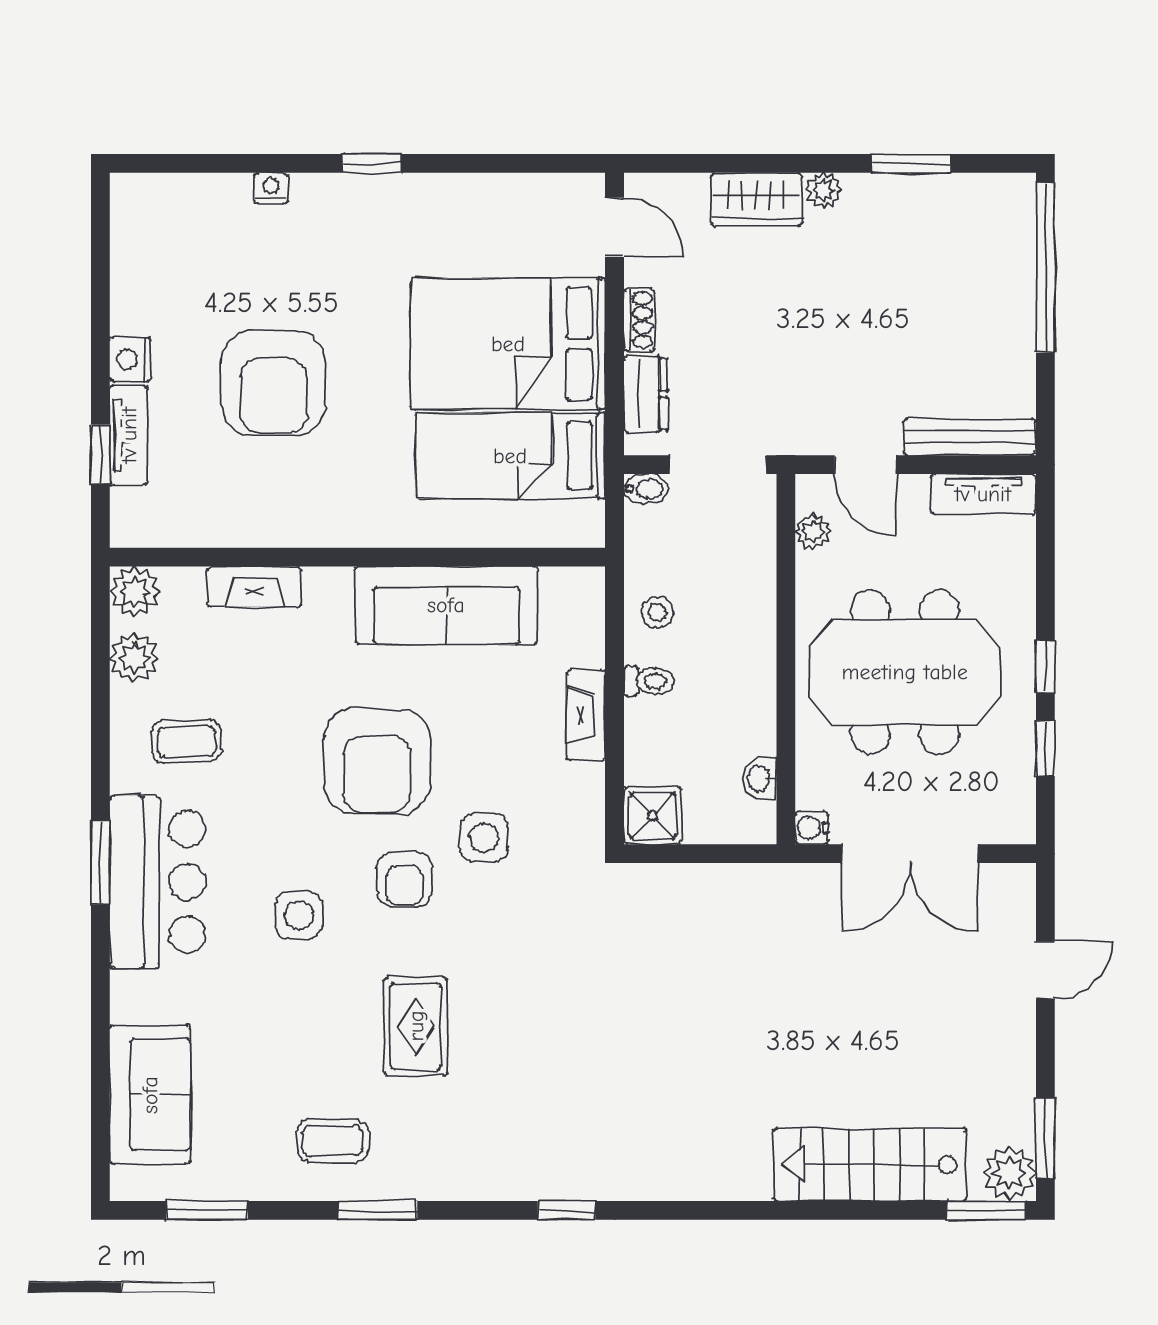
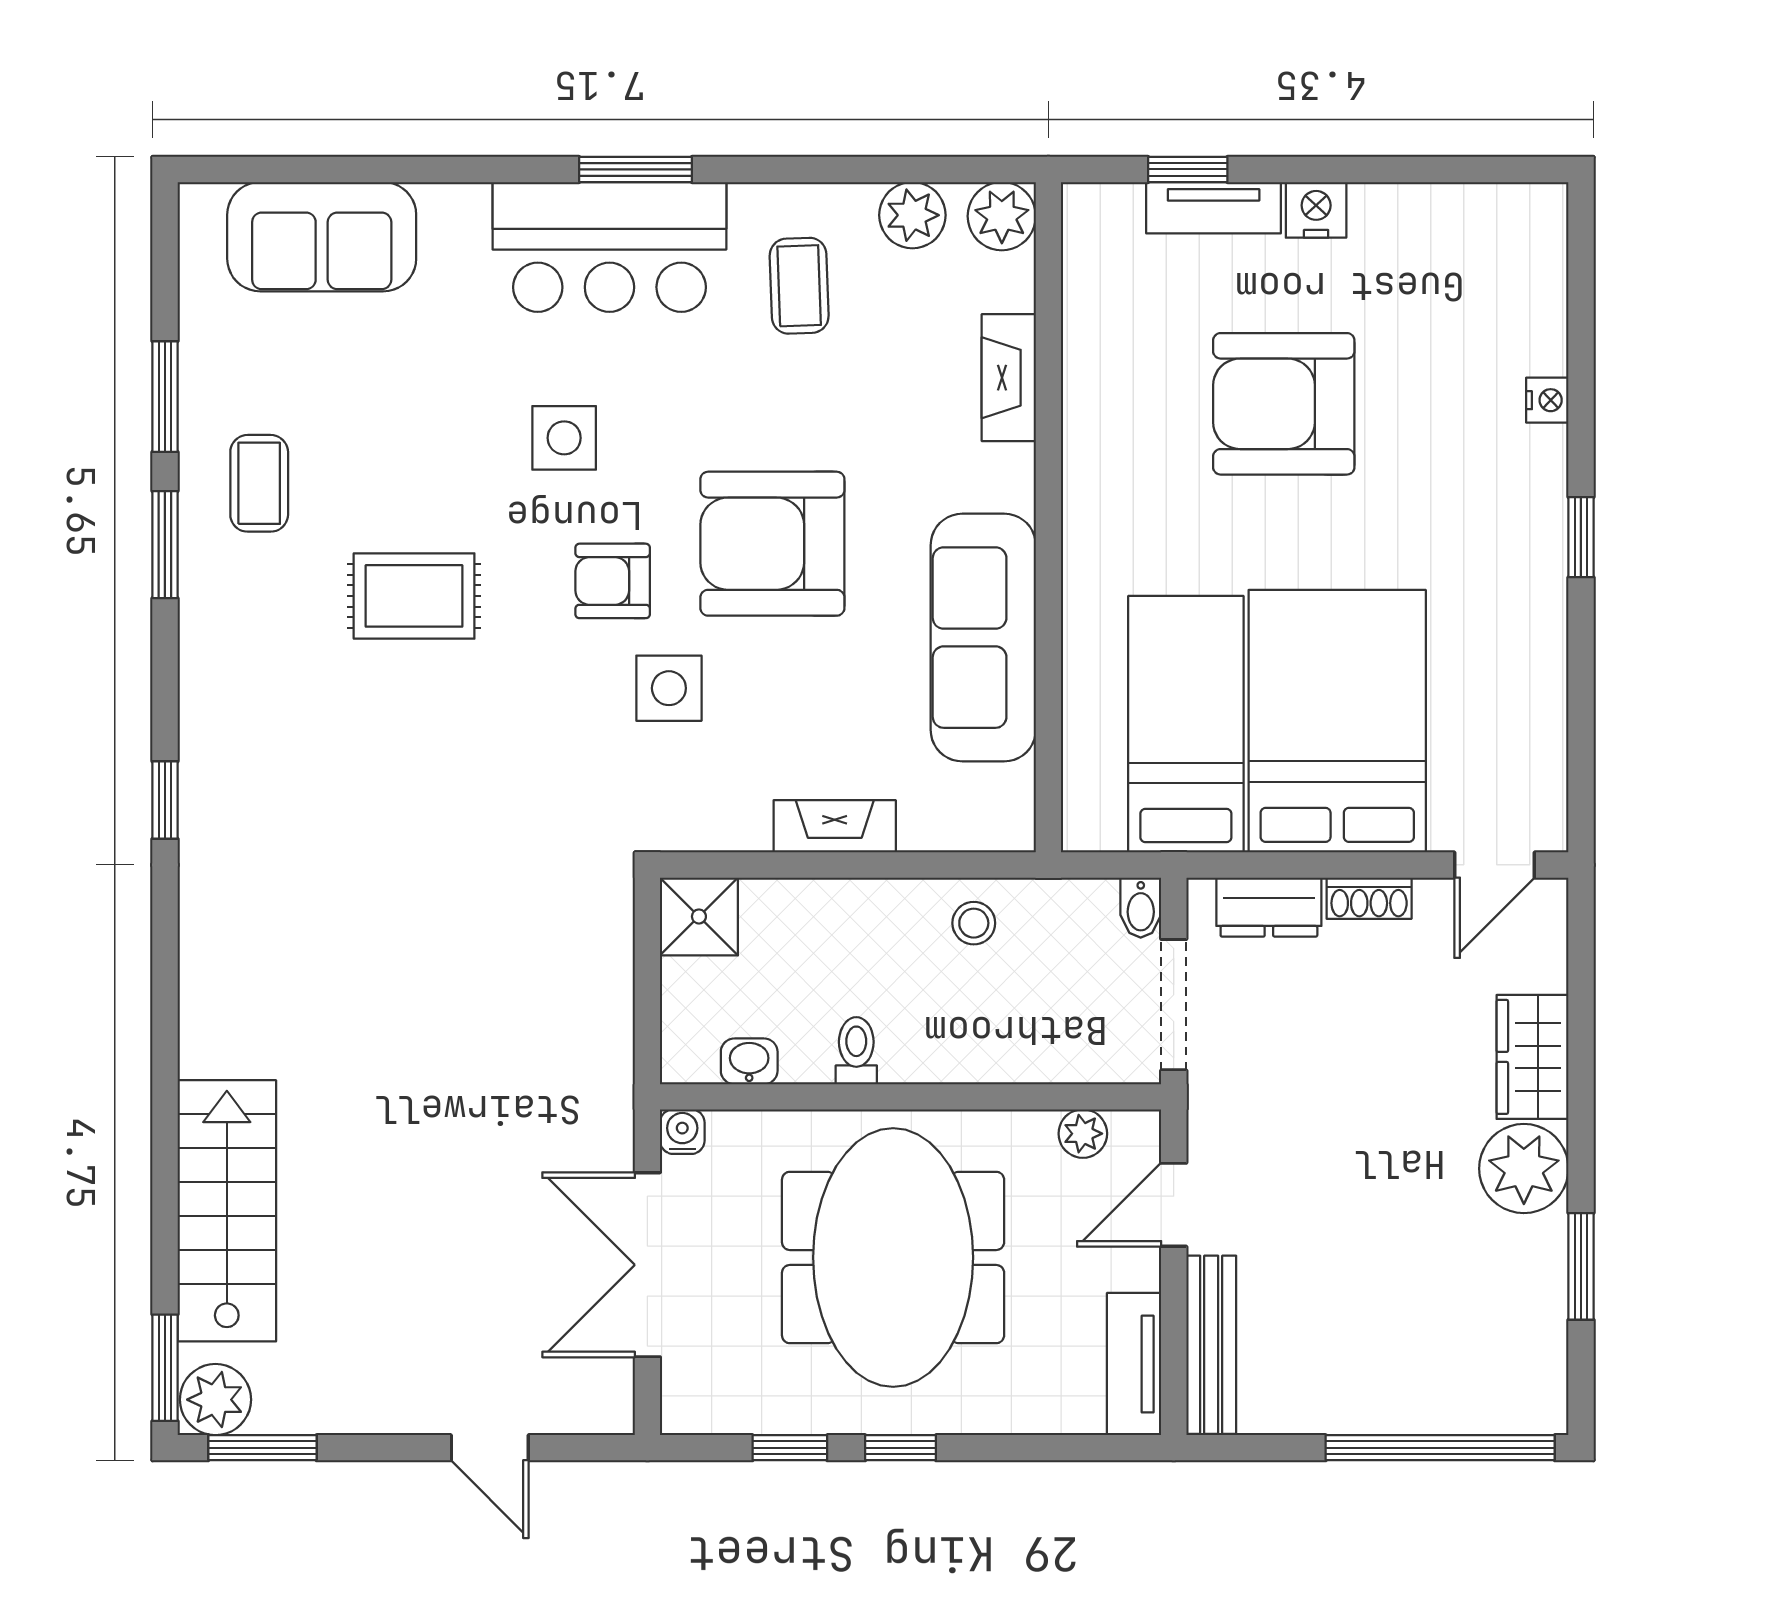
plant: (824, 190) -> (1524, 1169), width x1.87, depth x1.87
toilet: (649, 681) -> (856, 1051), moved, turned 180
window: (207, 1210) -> (165, 397), moved

